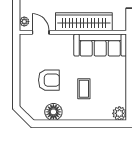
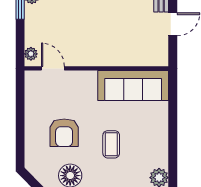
wardrobe: (84, 22) -> (111, 54), removed
armchair: (49, 80) -> (64, 133), turned 90

